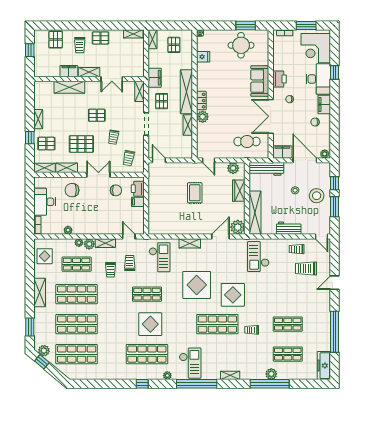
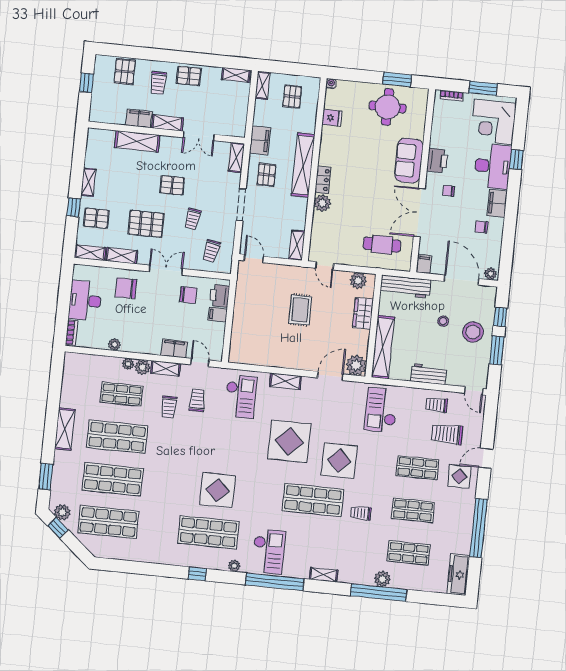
shelving: (188, 125) -> (297, 245), moved
filing cabinet: (282, 152) -> (424, 264), width x0.50
filing cabinet: (110, 229) -> (174, 348), added
display table: (45, 256) -> (459, 476), moved
shop shelf: (147, 294) -> (417, 468), moved

